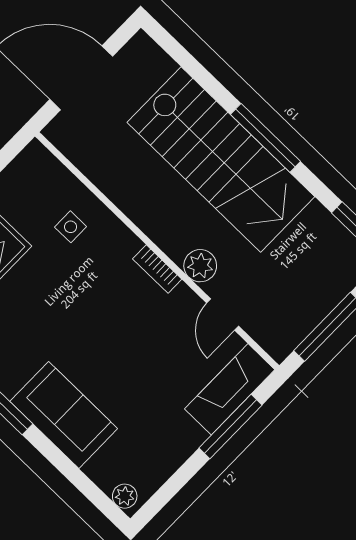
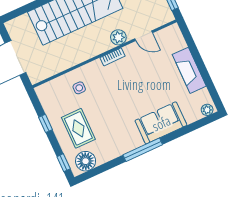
fireplace: (230, 389) -> (189, 70), moved
window: (230, 426) -> (194, 51), removed

